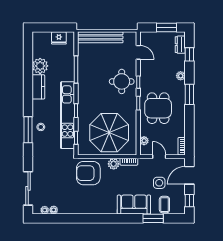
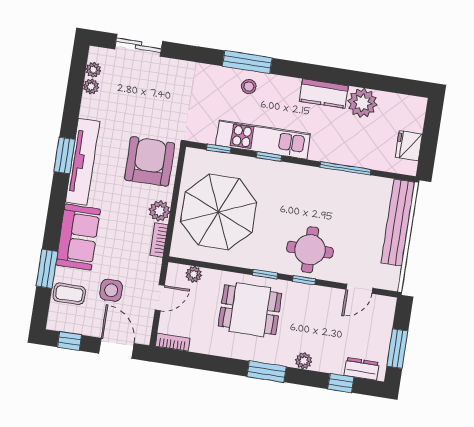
kitchen unit: (67, 115) -> (263, 139), width x0.73
sliding door: (28, 188) -> (139, 45), width x0.73
tv unit: (94, 208) -> (83, 162), added
window: (92, 218) -> (64, 155), added

